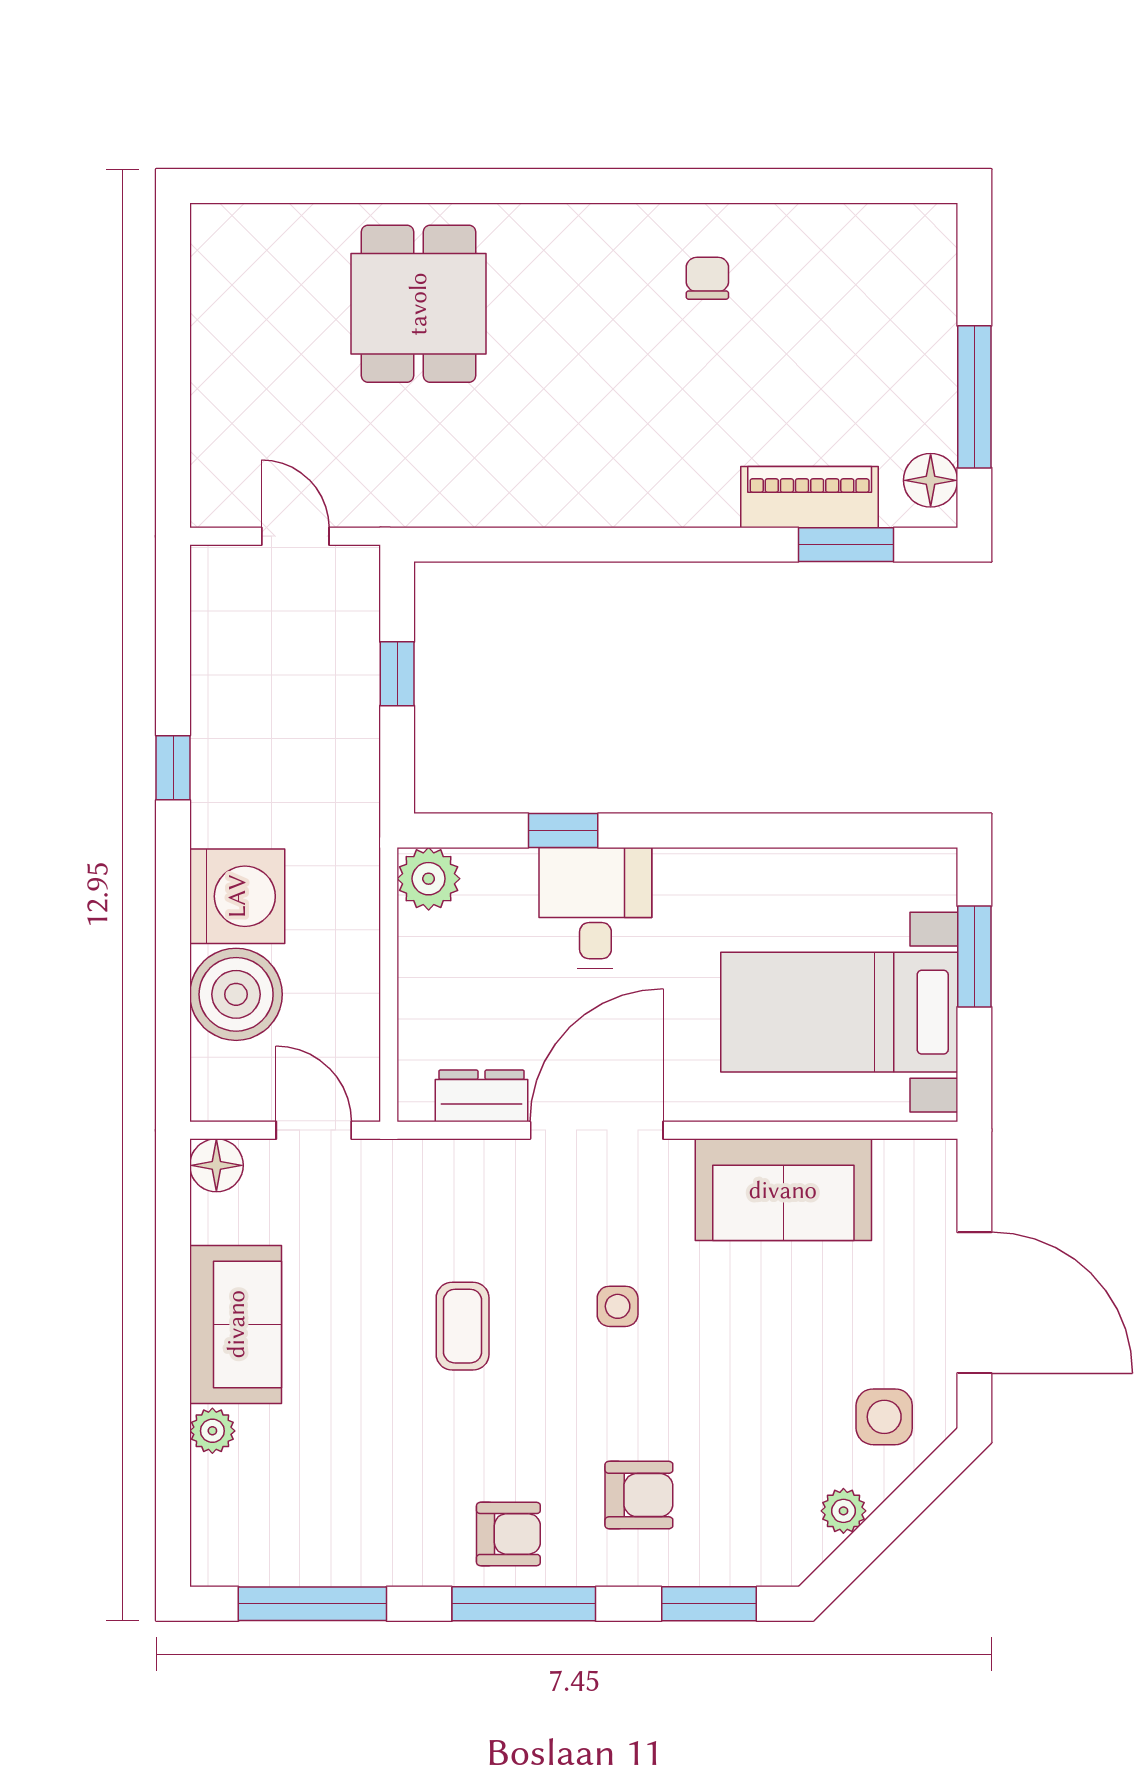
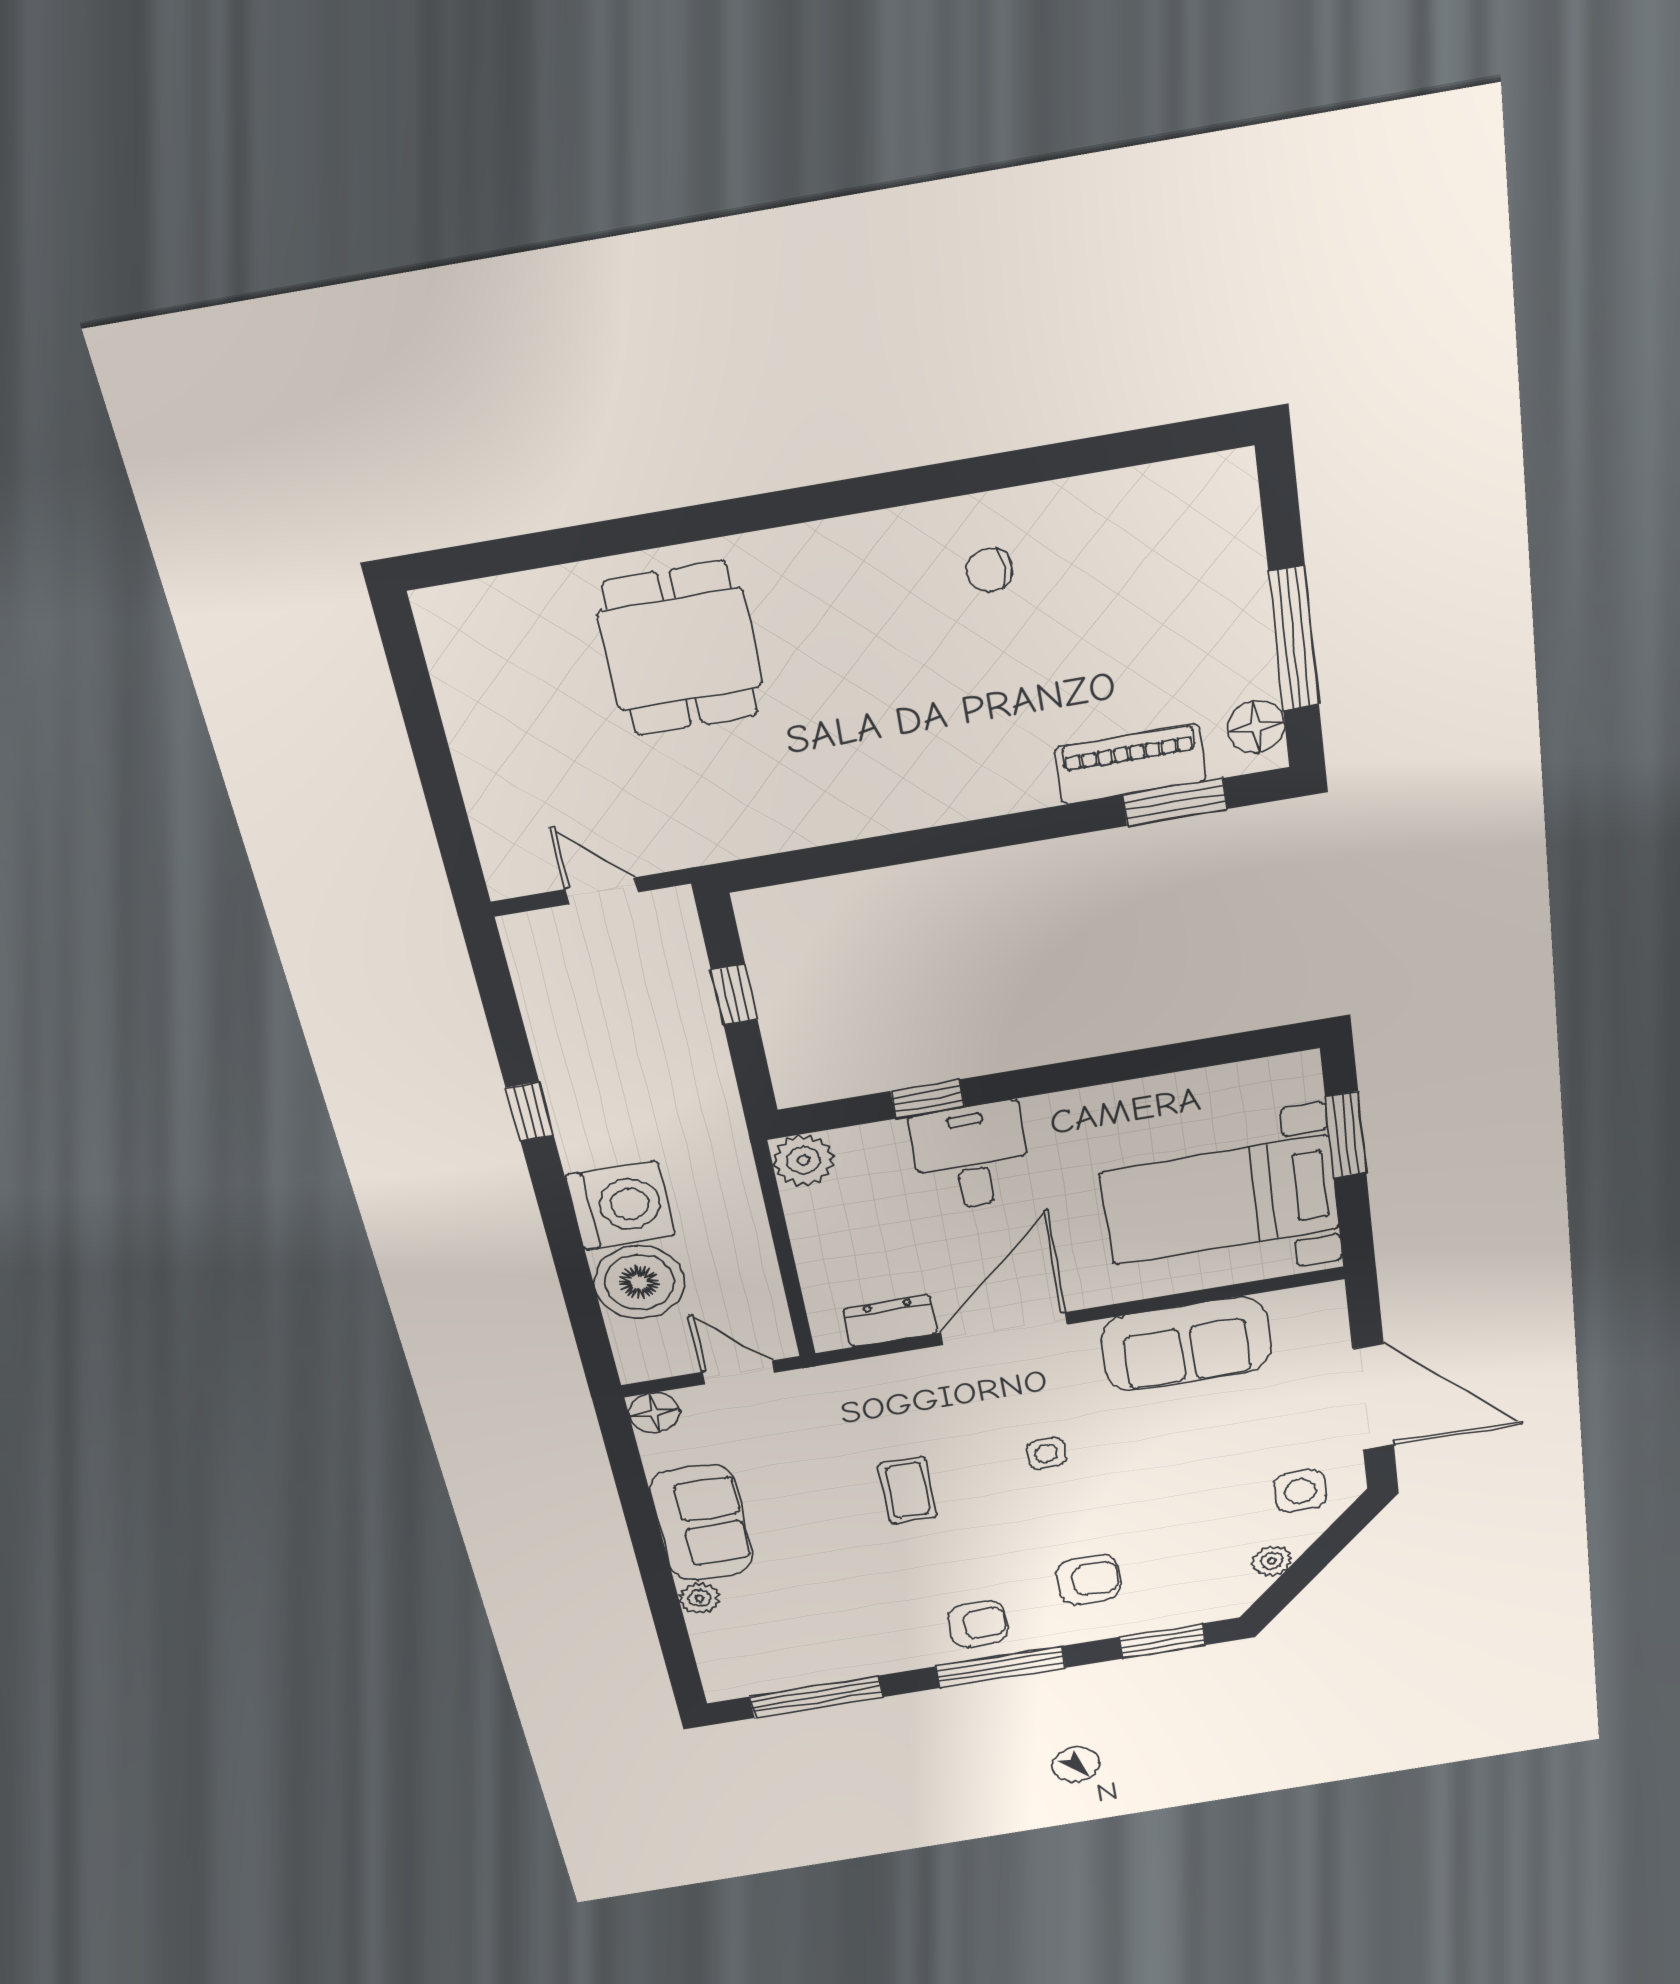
chair: (707, 278) -> (989, 570), turned -90

